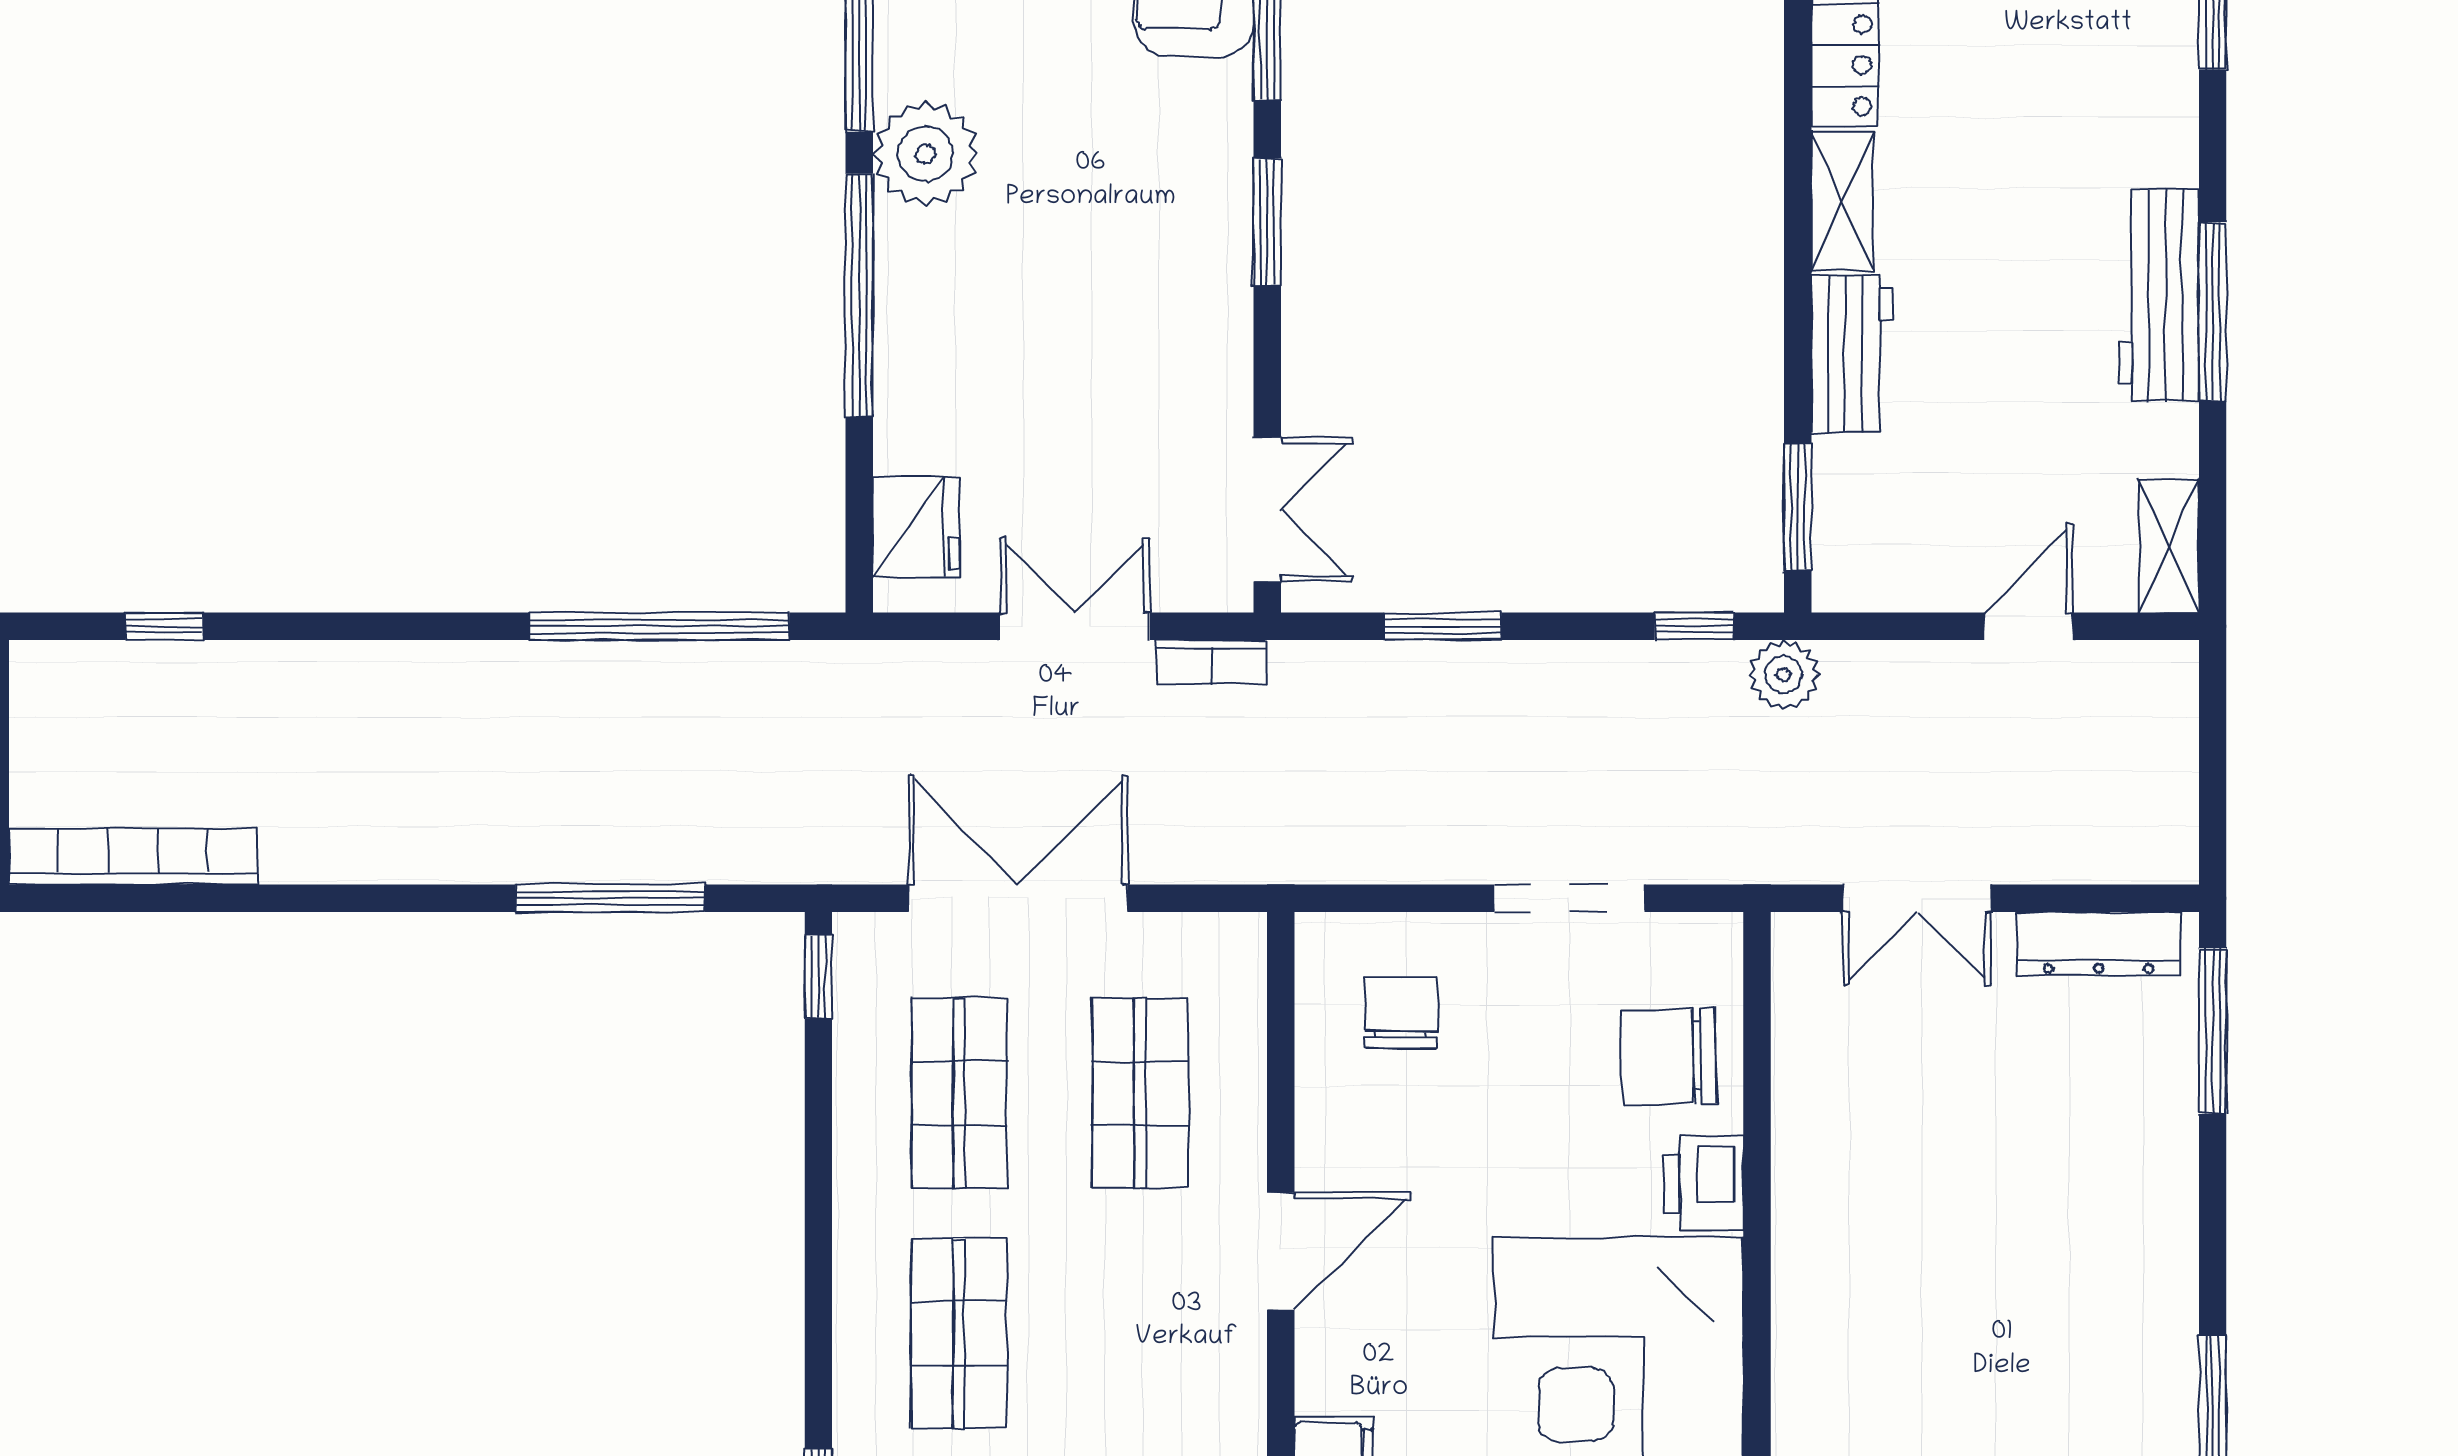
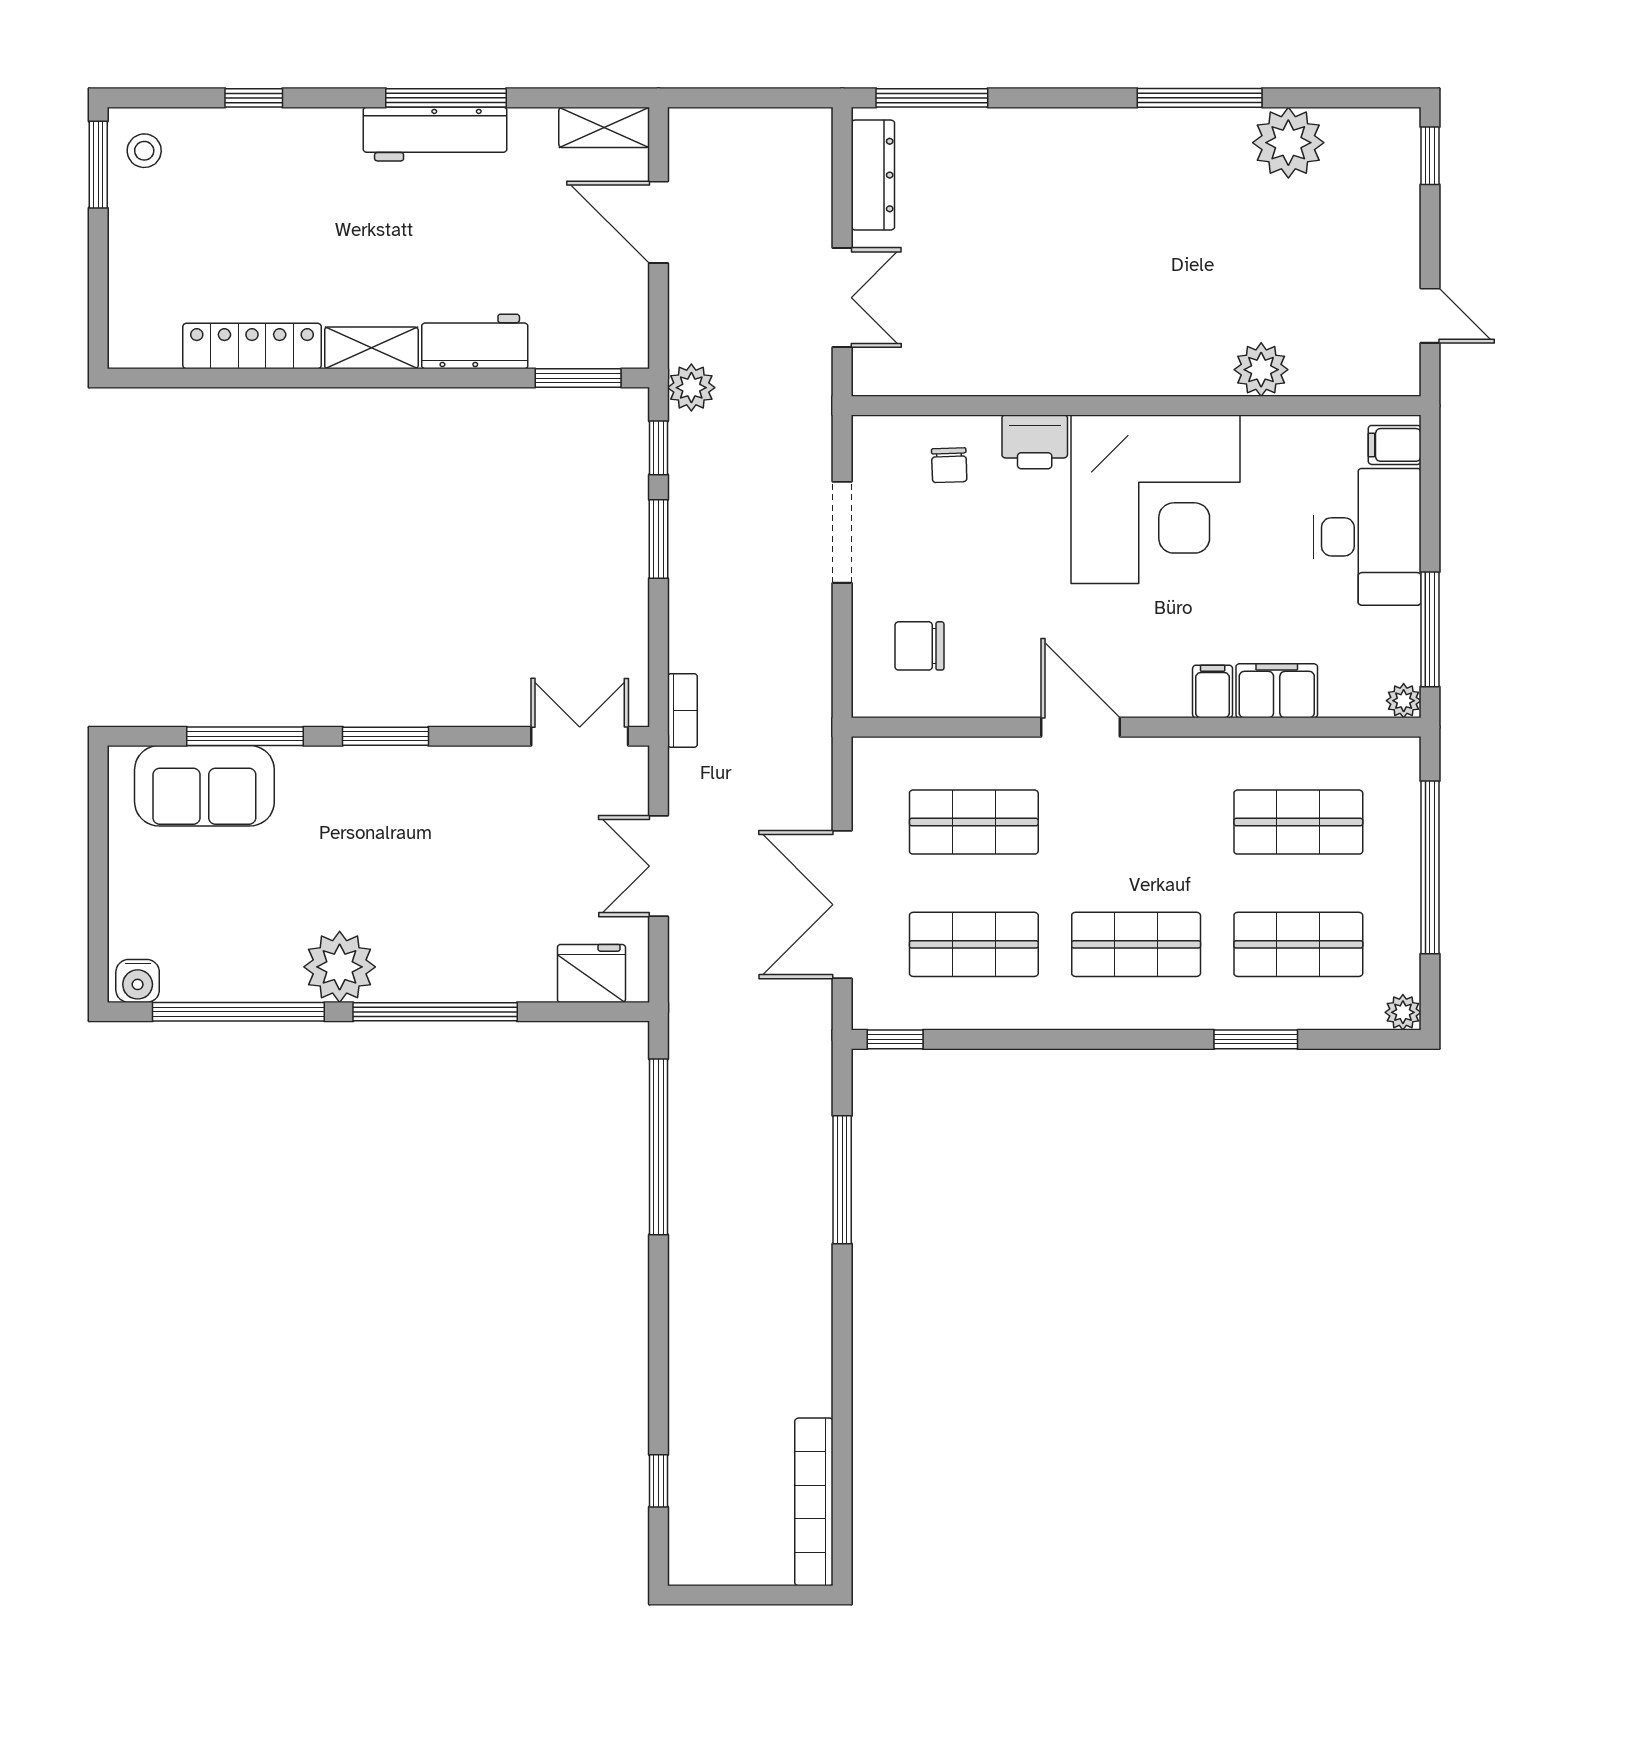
window: (1443, 626) -> (658, 539), moved
door: (2029, 626) -> (658, 222), width x1.38
bookcase: (1212, 662) -> (682, 711), moved
chair: (1669, 1057) -> (949, 465), width x0.54, depth x0.54

